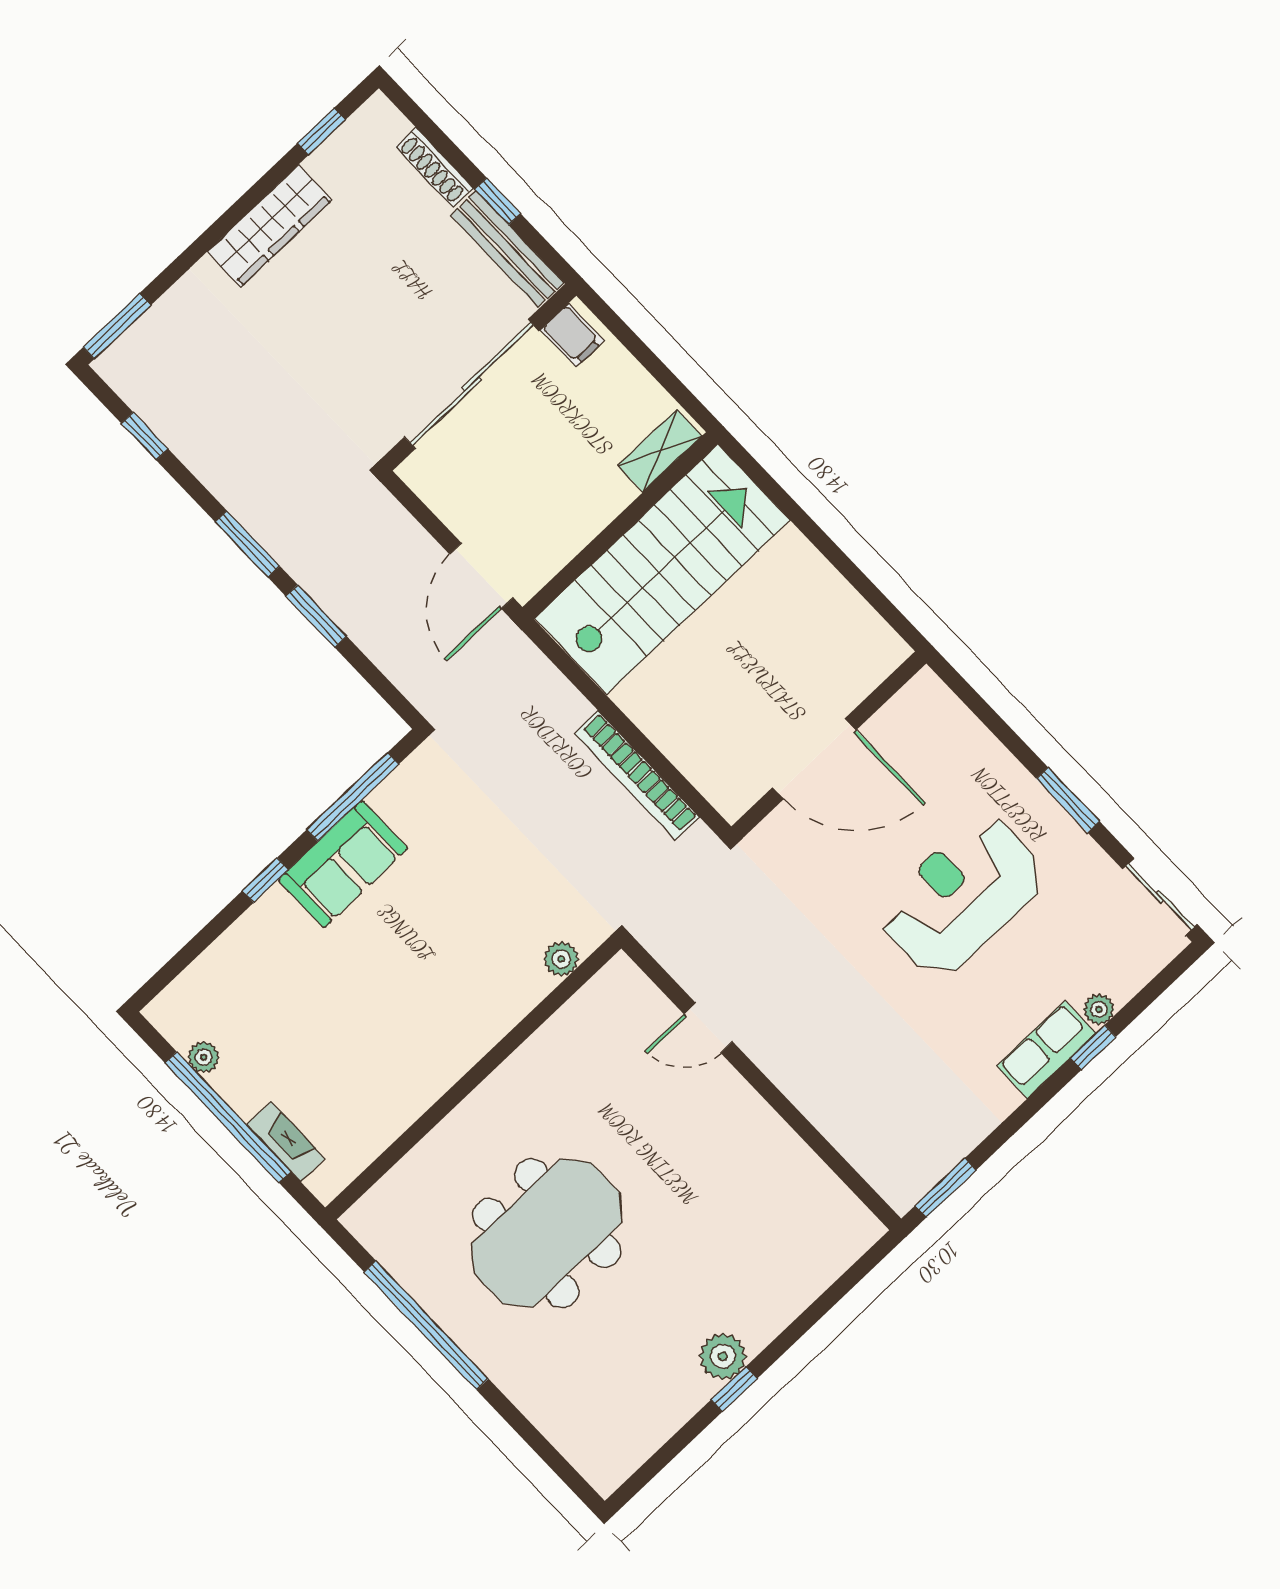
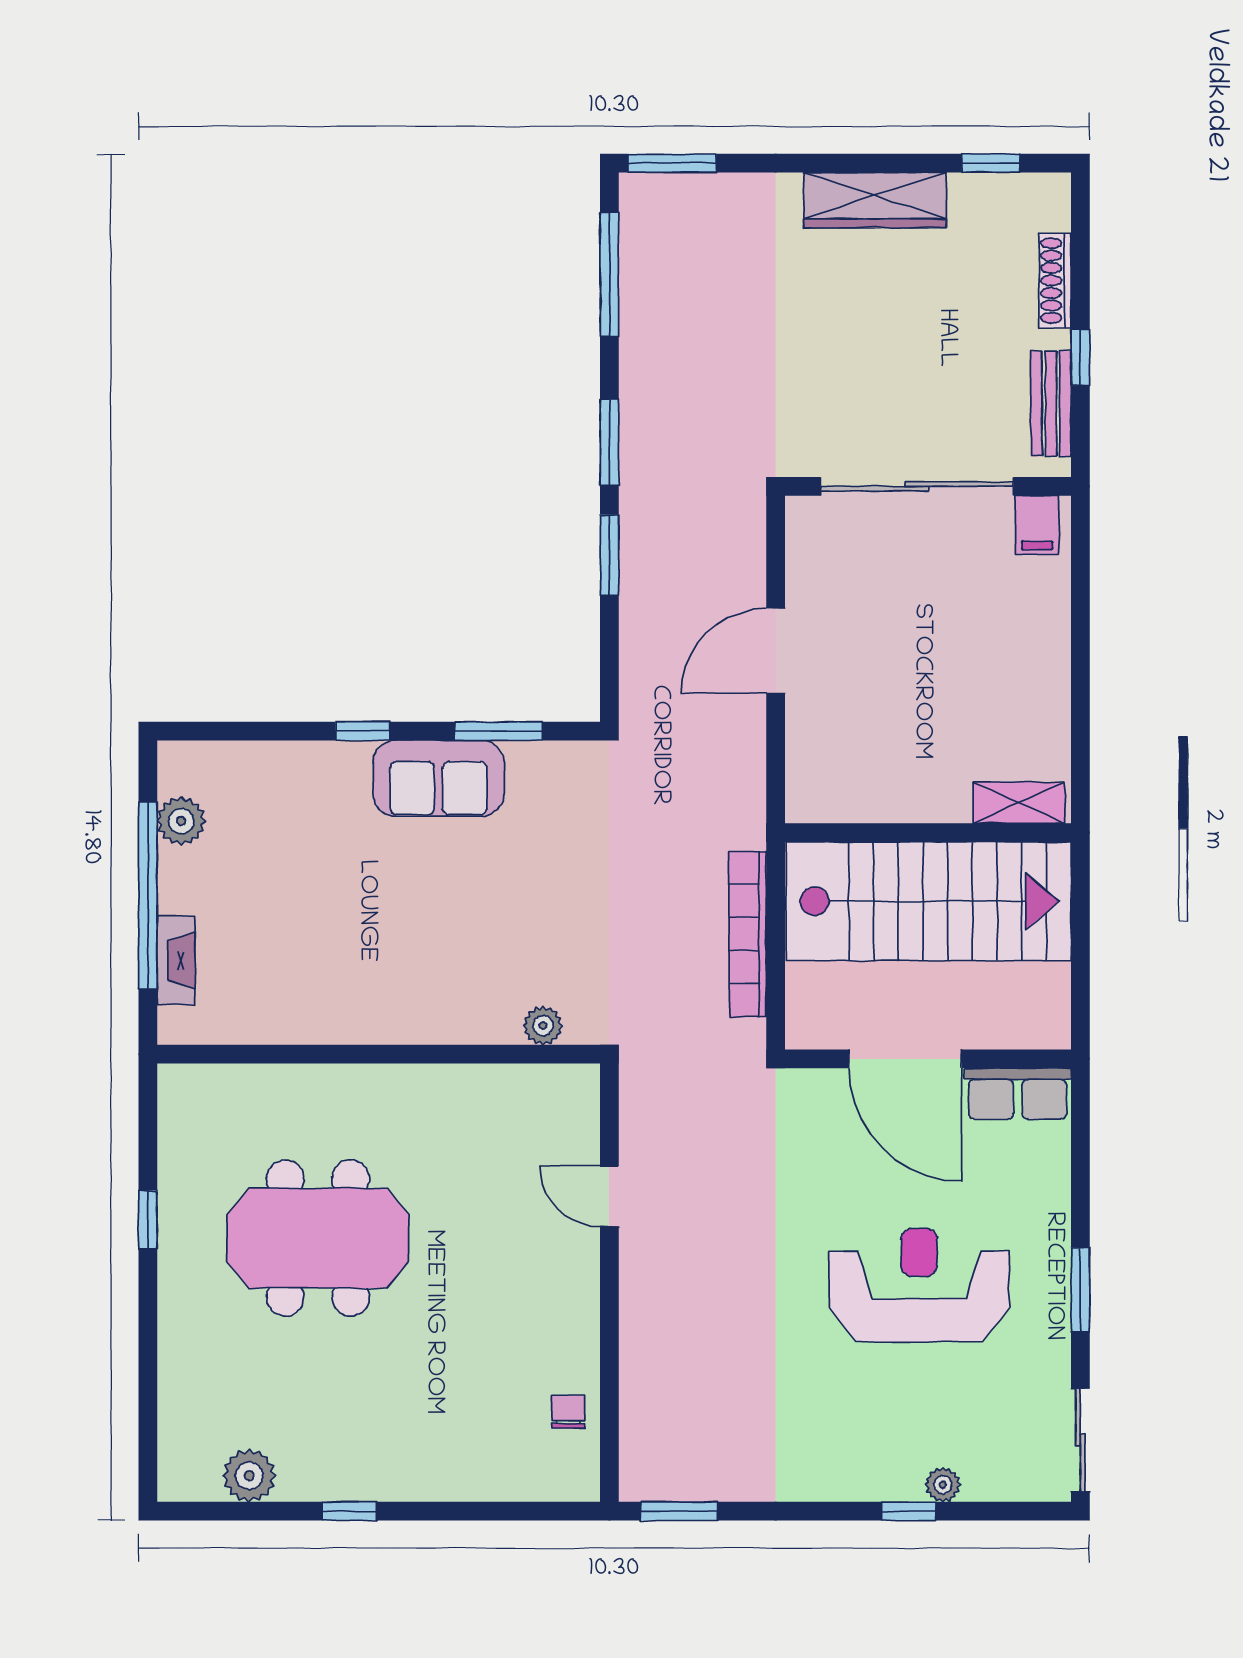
bench: (507, 249) -> (1051, 404), width x0.73
window: (145, 436) -> (609, 275), width x2.17
shelving: (660, 451) -> (1019, 803), moved
wall: (620, 526) -> (928, 833), moved
stairs: (662, 569) -> (929, 901), moved
window: (353, 797) -> (499, 731), width x0.69
row of seats: (1046, 1050) -> (1018, 1094), moved, turned 180
plant: (204, 1057) -> (181, 821), width x1.38, depth x1.38
chair: (814, 1192) -> (568, 1412), added
window: (426, 1325) -> (148, 1220), width x0.32
plant: (723, 1356) -> (249, 1476), moved

